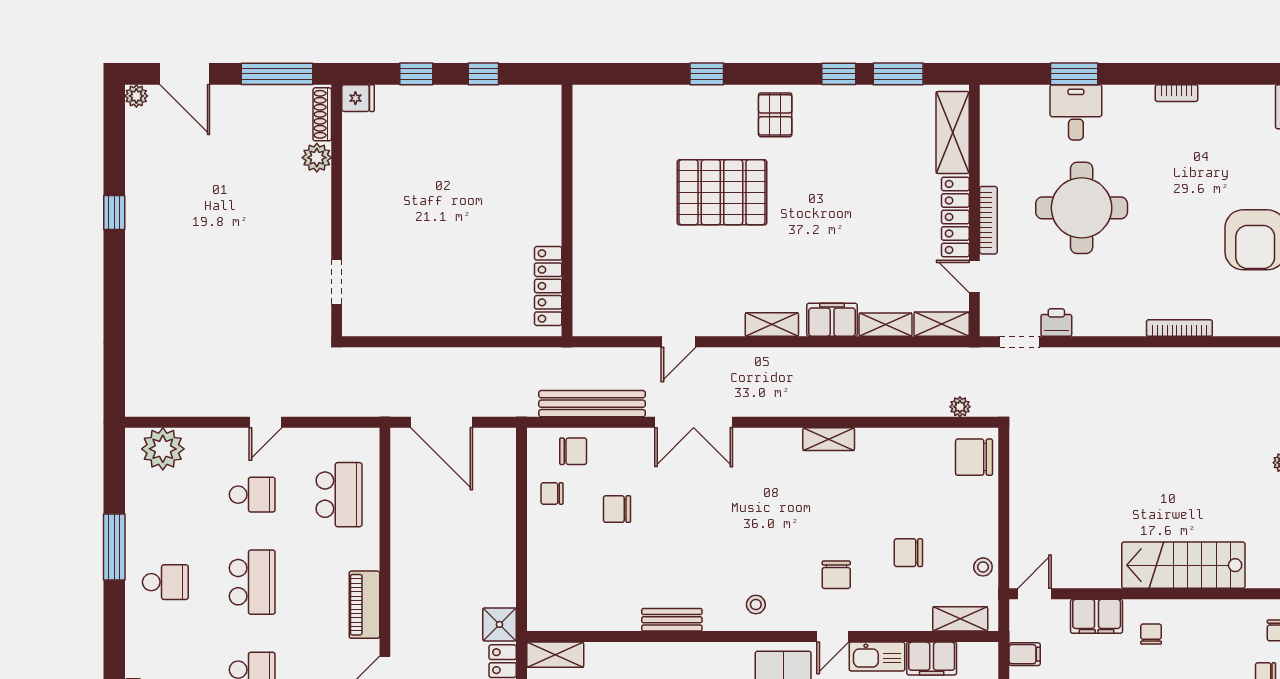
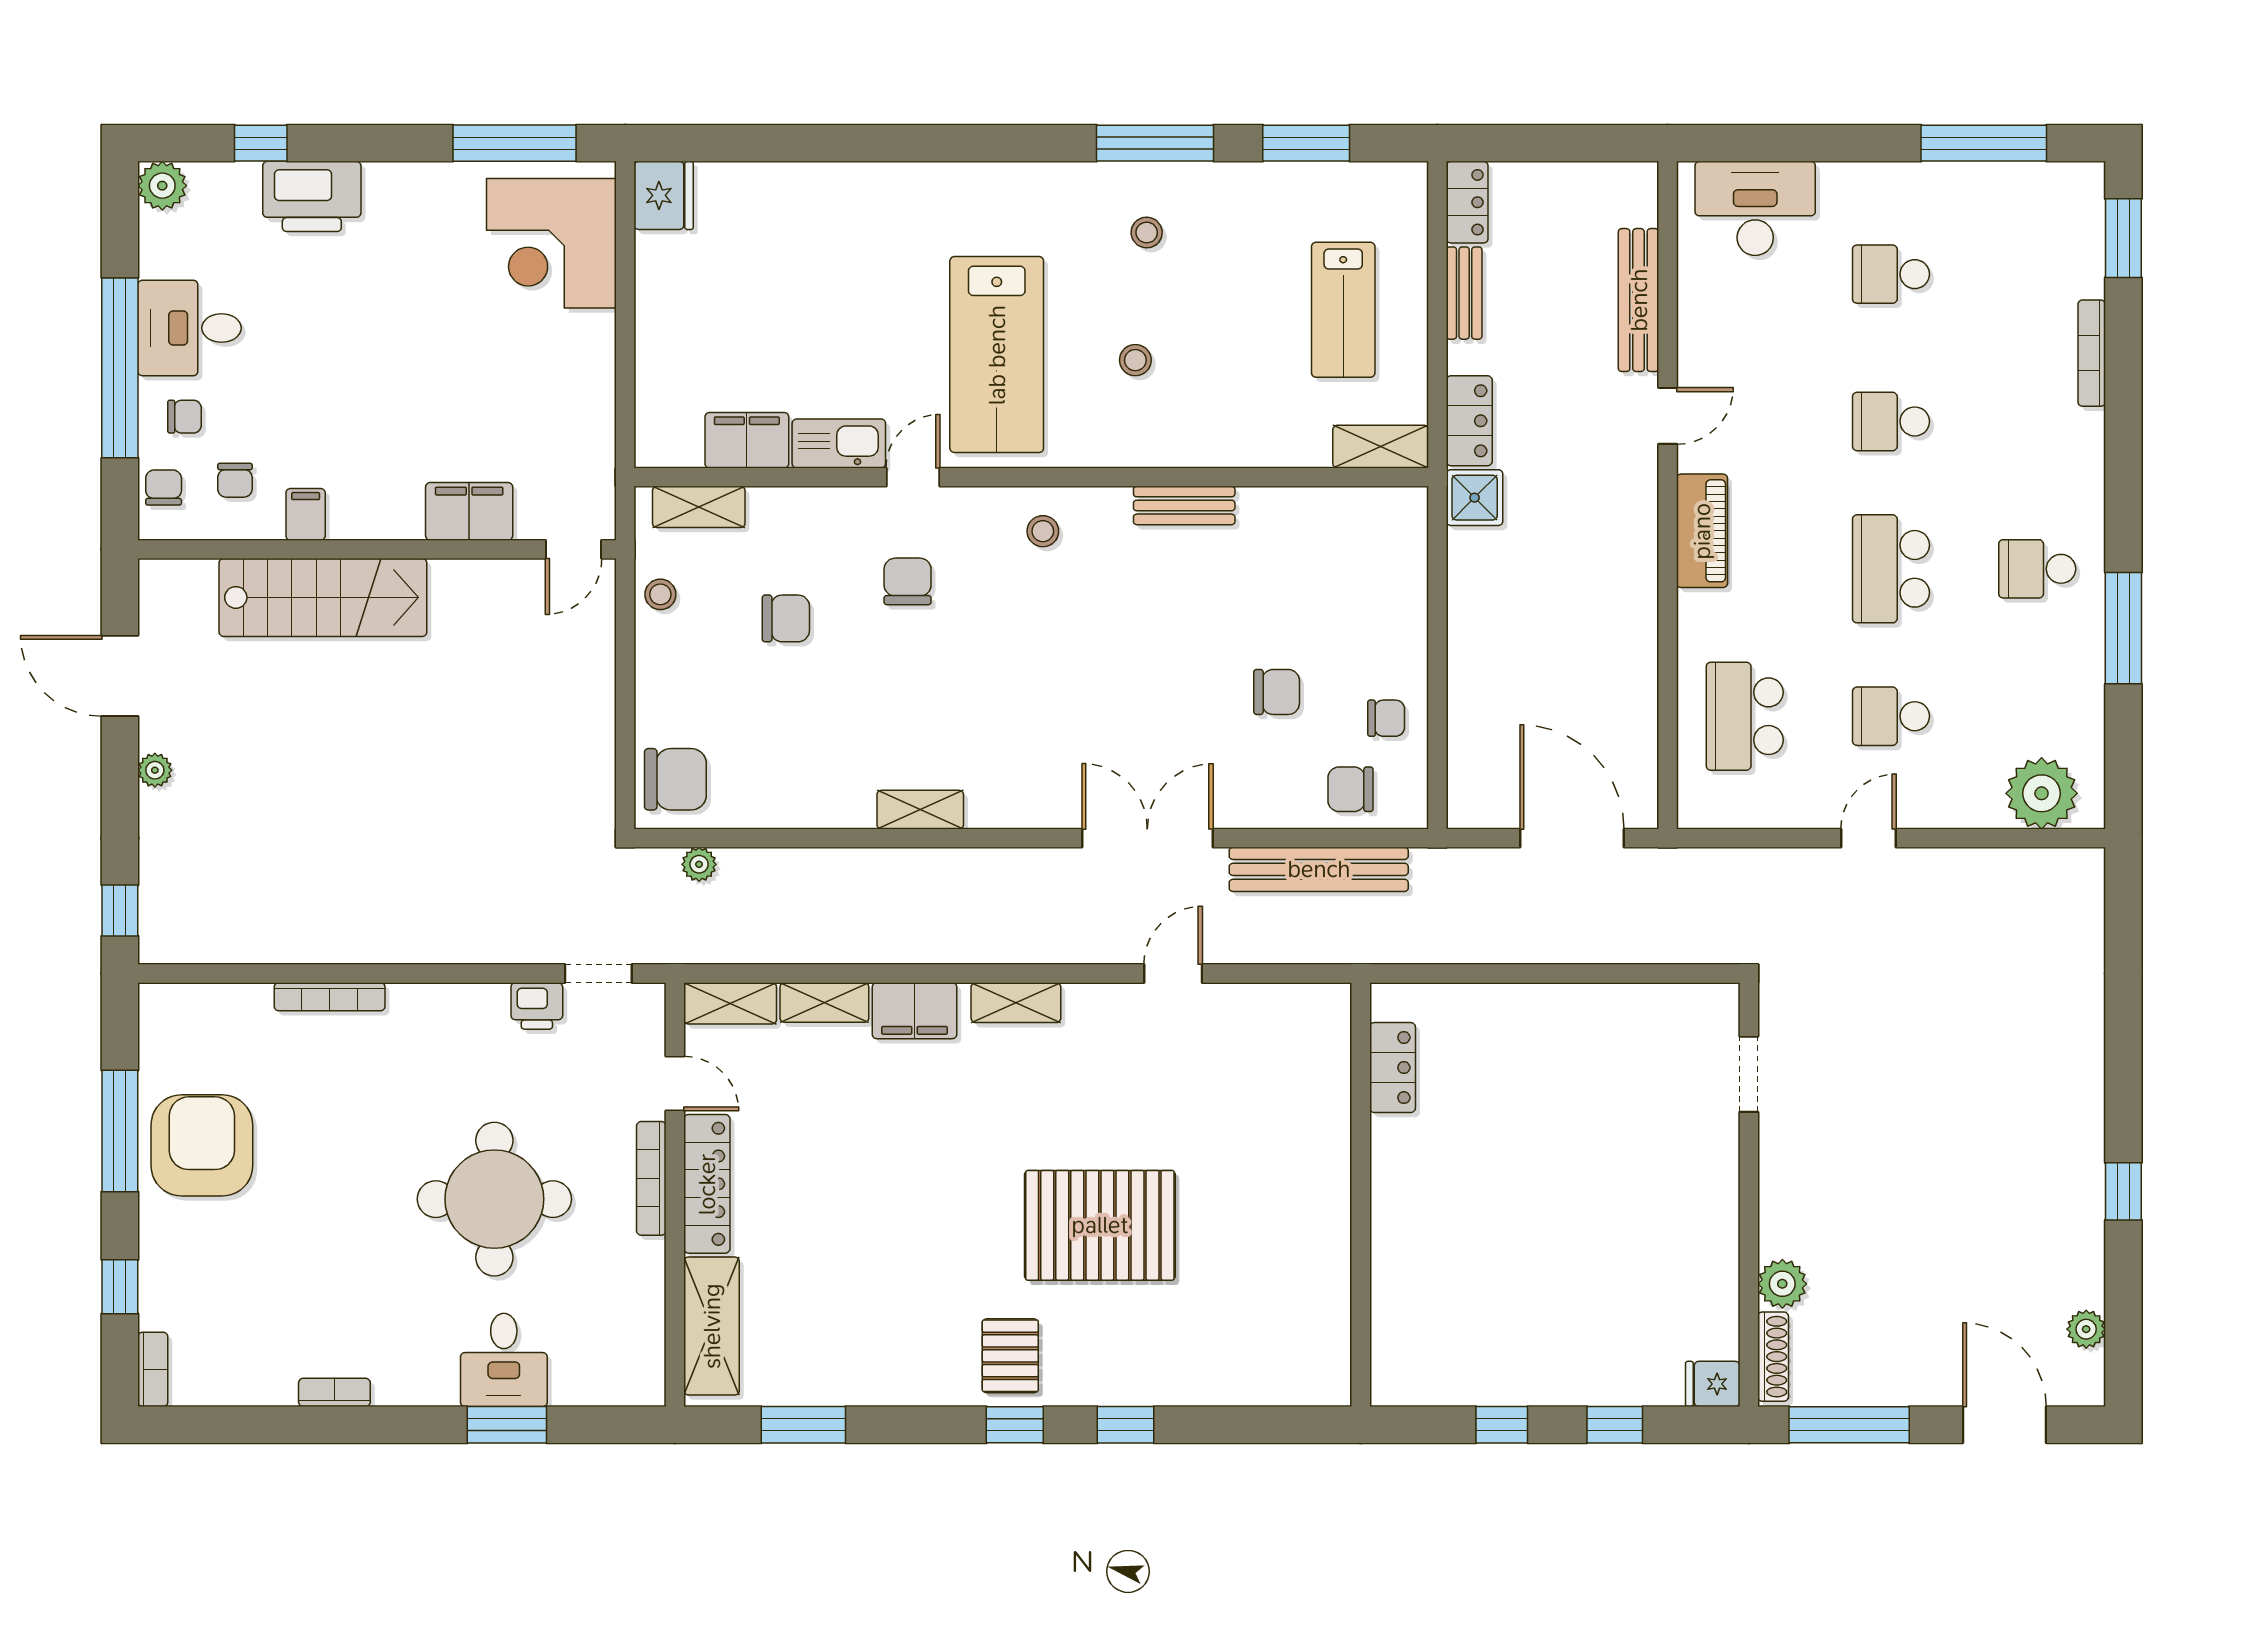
window: (839, 74) -> (1015, 1425), moved
plant: (136, 96) -> (2086, 1329), moved
locker: (548, 286) -> (1393, 1068), width x0.66
chair: (1151, 634) -> (235, 480), moved
filing cabinet: (1025, 654) -> (306, 514), moved, turned 90

